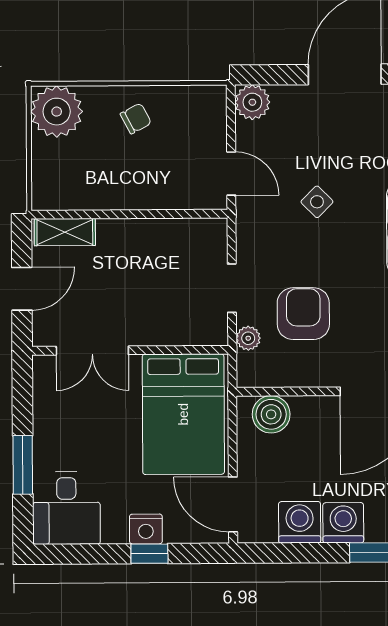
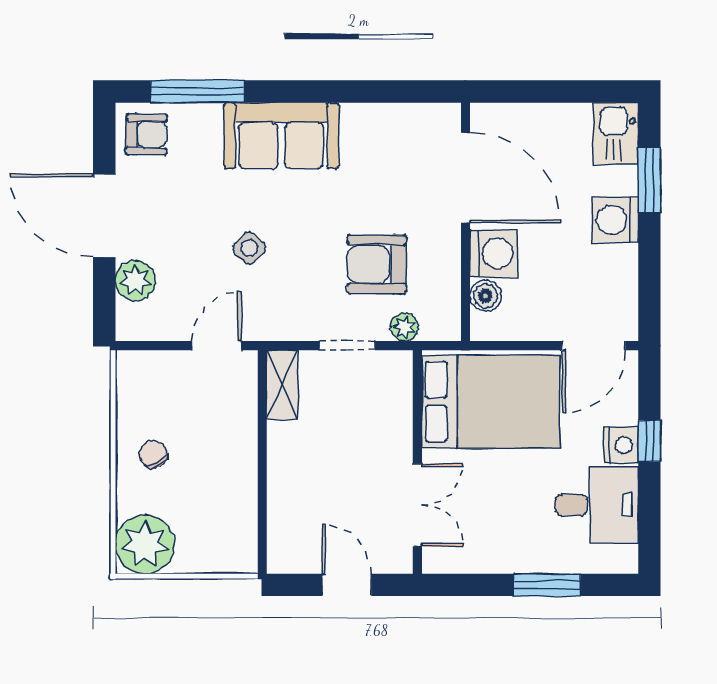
plant: (252, 102) -> (135, 281), moved
shelving: (65, 232) -> (282, 385), moved
boiler: (271, 414) -> (486, 296), width x0.73, depth x0.73
desk: (66, 508) -> (597, 505), moved
washing machine: (300, 522) -> (494, 253), moved, turned 180

